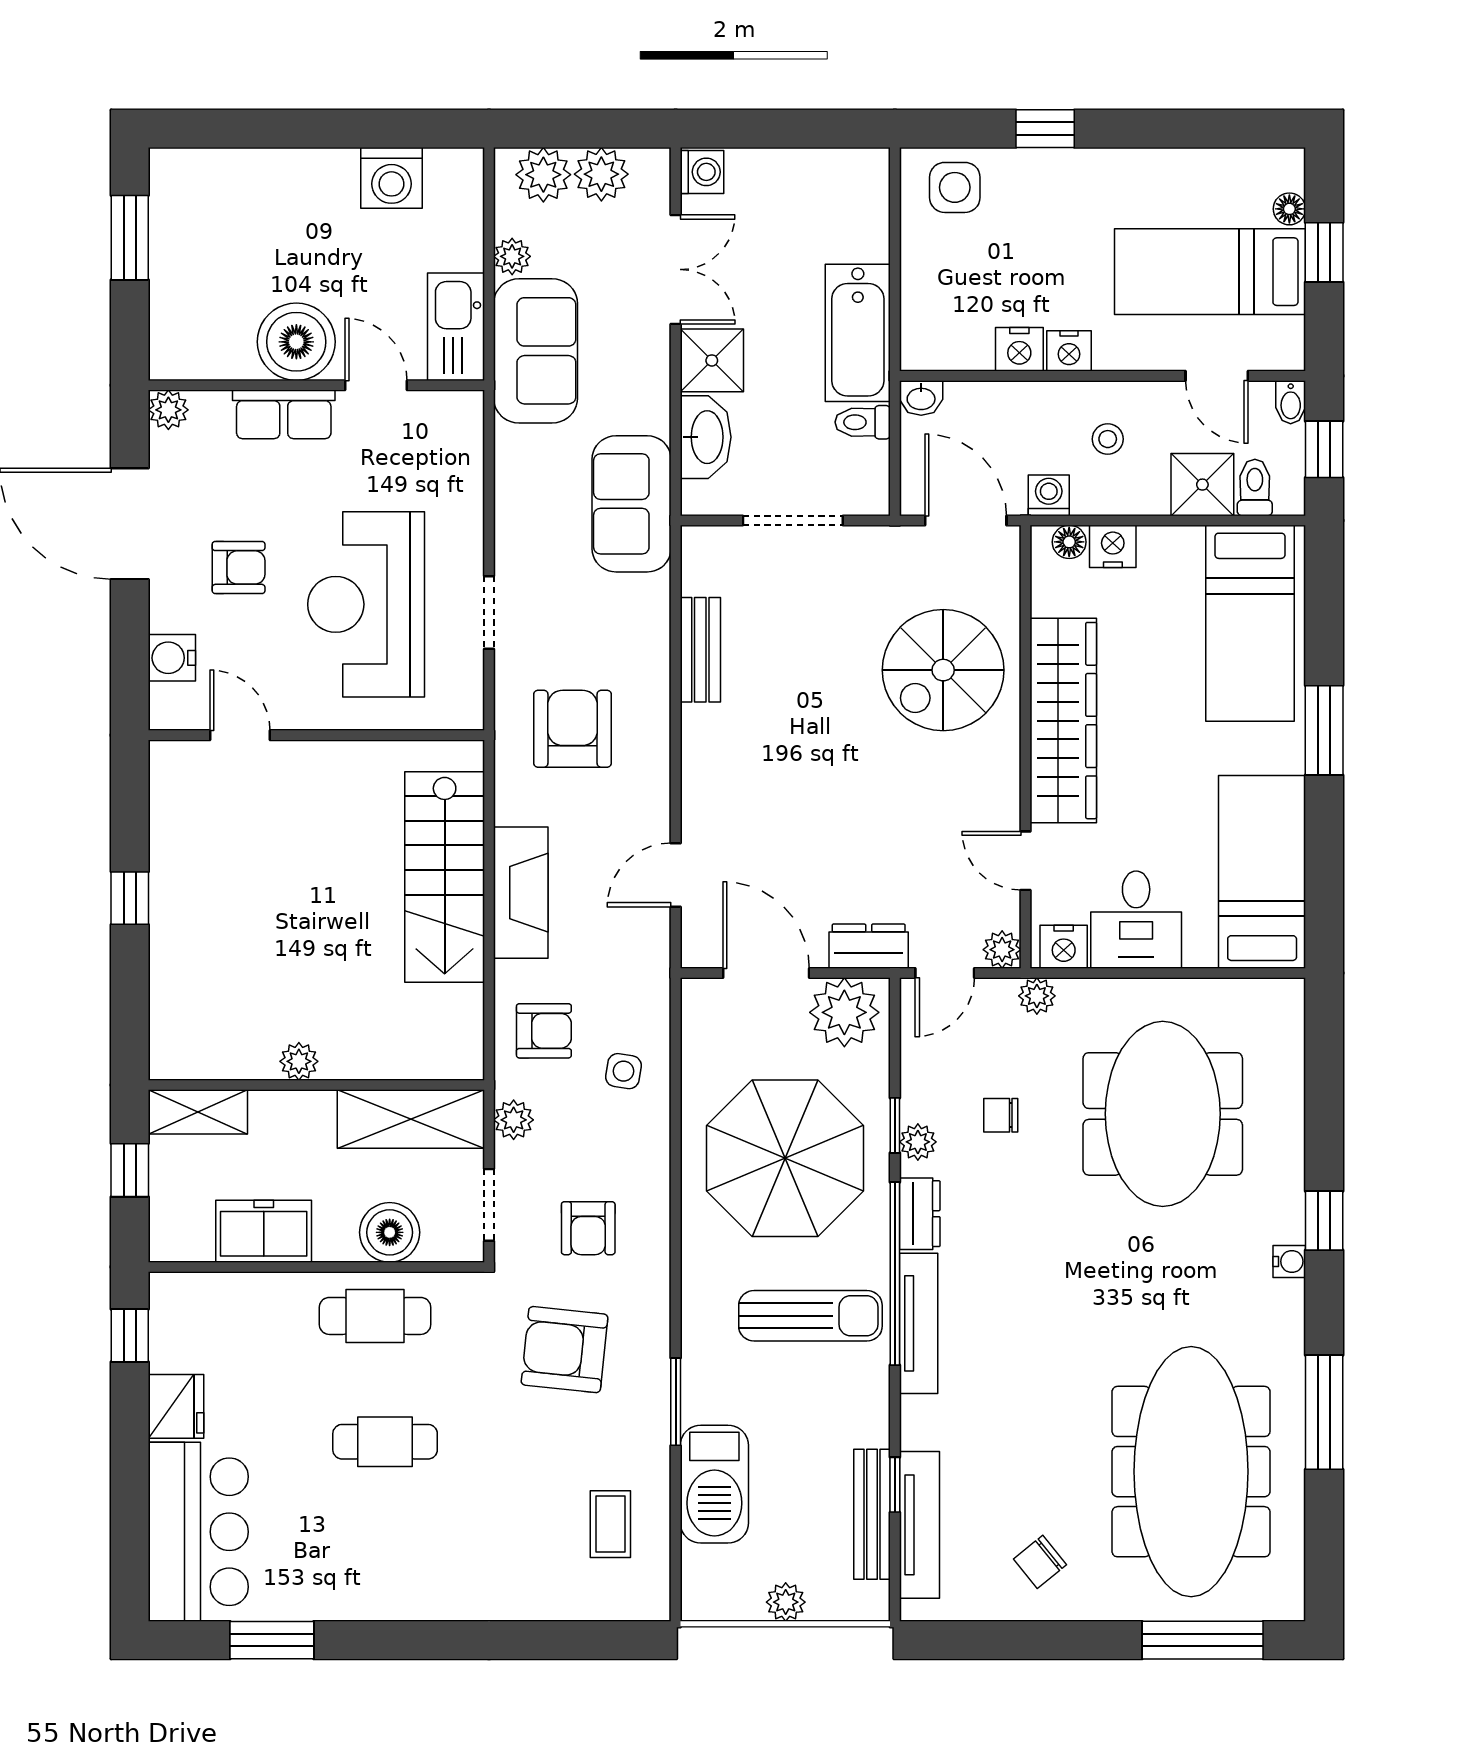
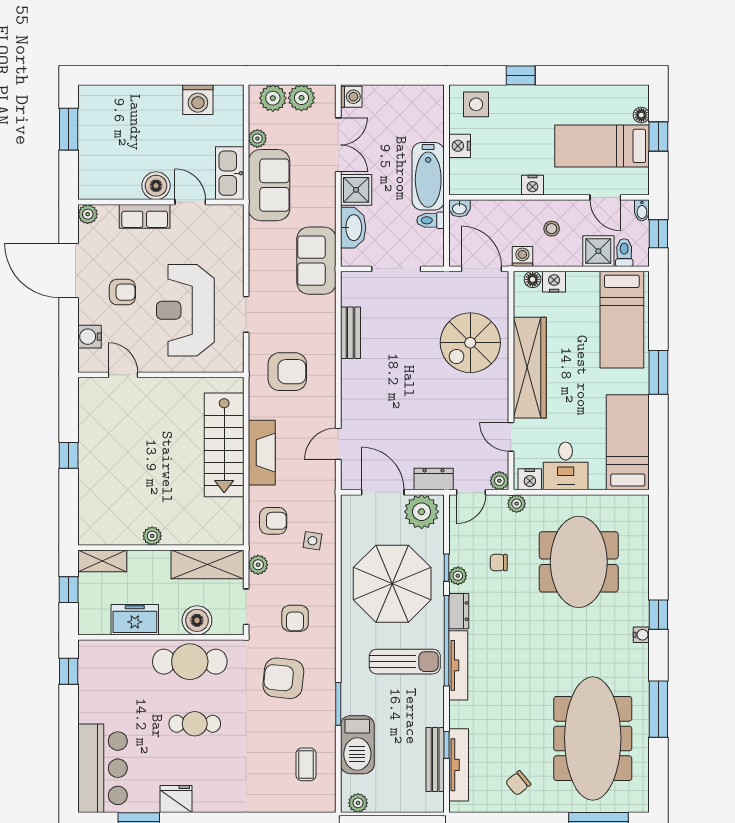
boiler: (296, 342) -> (156, 186), width x0.73, depth x0.73
nightstand: (1019, 349) -> (460, 146), moved, turned 90
armchair: (573, 729) -> (287, 372), turned 90
cafe table: (375, 1316) -> (190, 662), width x1.37, depth x1.35
fridge: (176, 1406) -> (176, 799), moved, turned -90
plant: (786, 1602) -> (358, 803), moved

